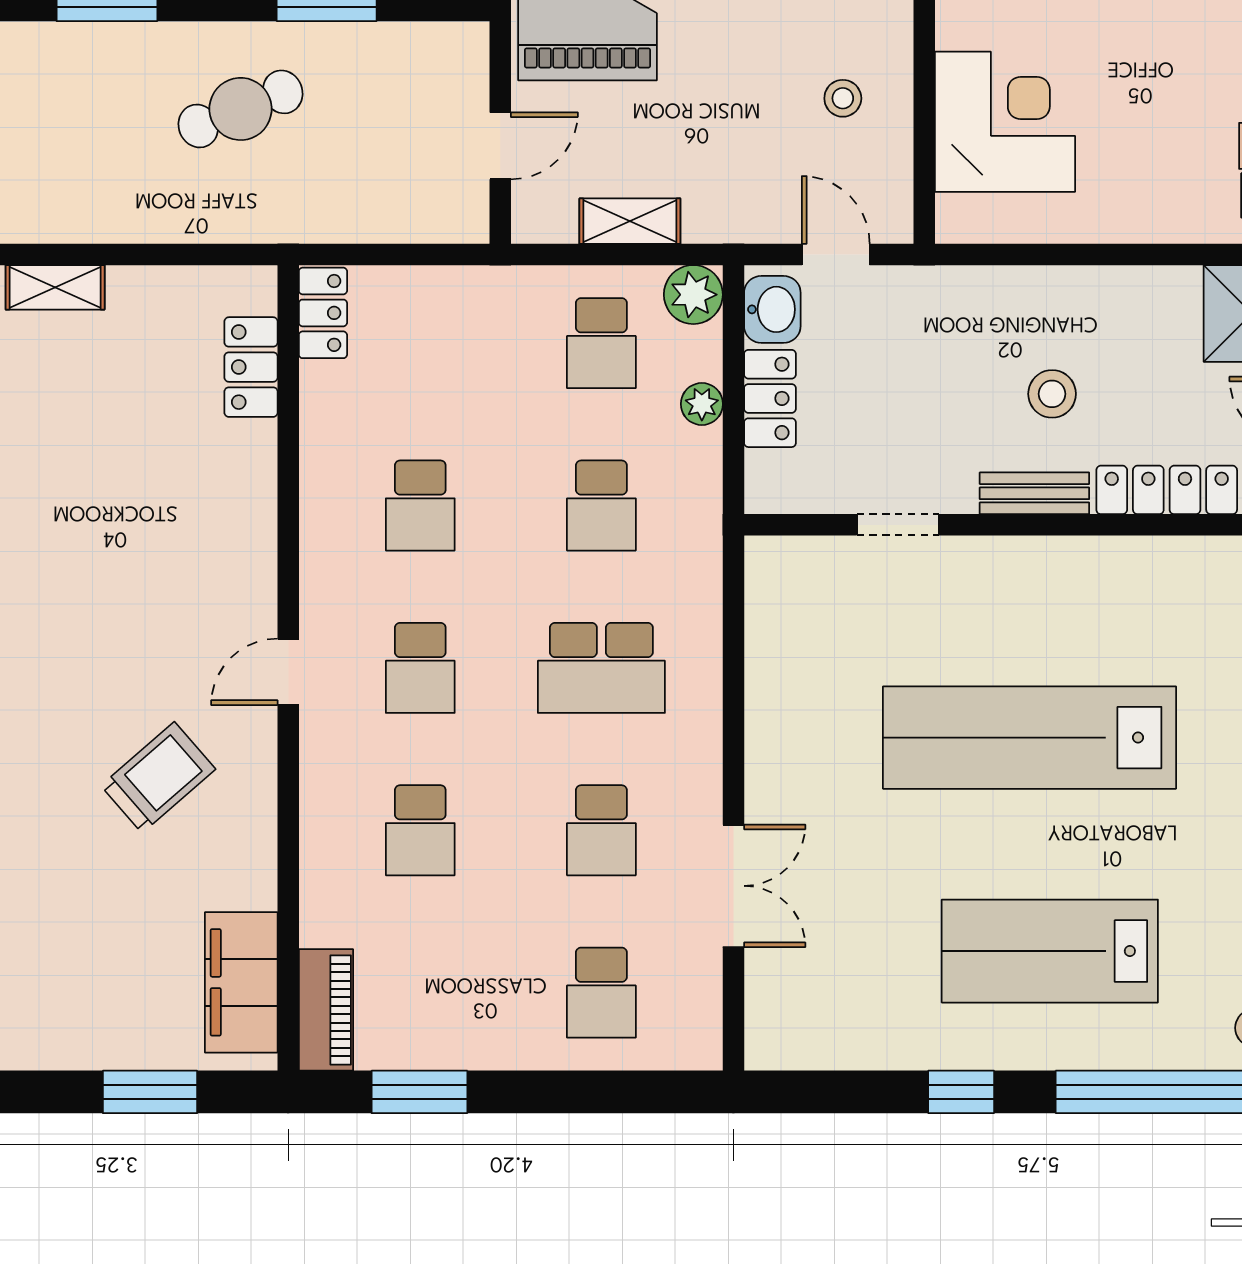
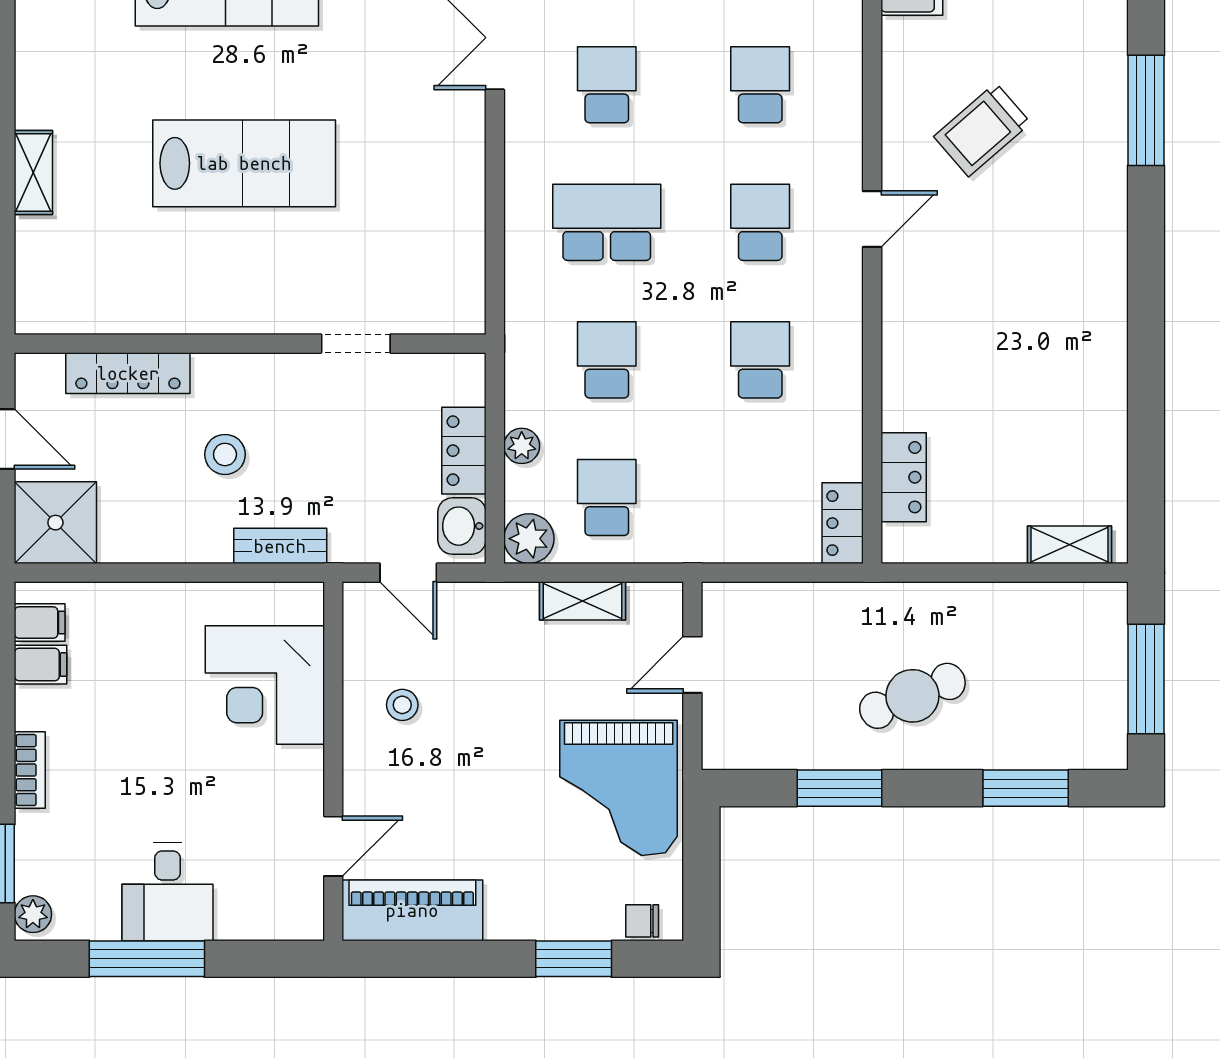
bench: (1034, 493) -> (280, 546), moved
lab bench: (1029, 738) -> (244, 163), width x0.73

